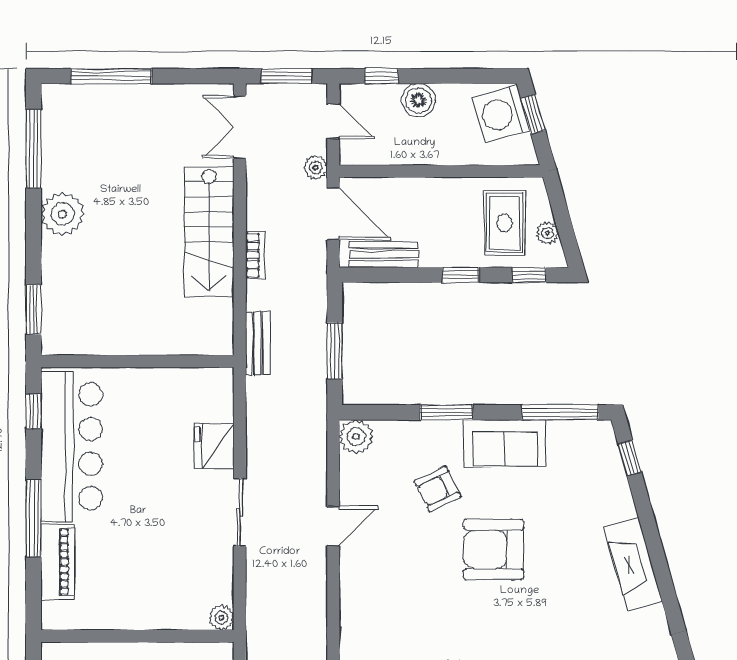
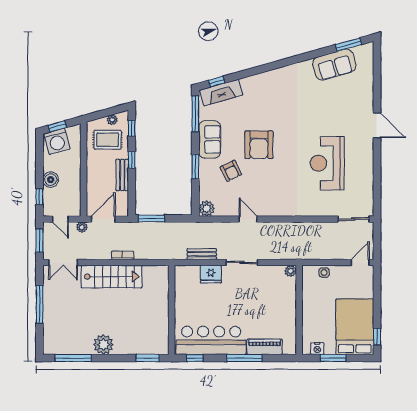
window: (111, 76) -> (40, 304), moved
door: (333, 121) -> (60, 219), swing flipped
bench: (384, 255) -> (122, 175), moved
bench: (258, 343) -> (202, 254), moved
window: (335, 351) -> (152, 218), moved
fireplace: (633, 564) -> (221, 93), moved

